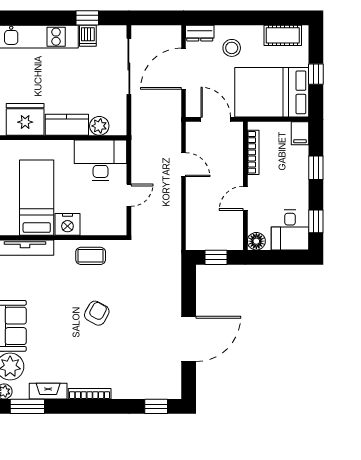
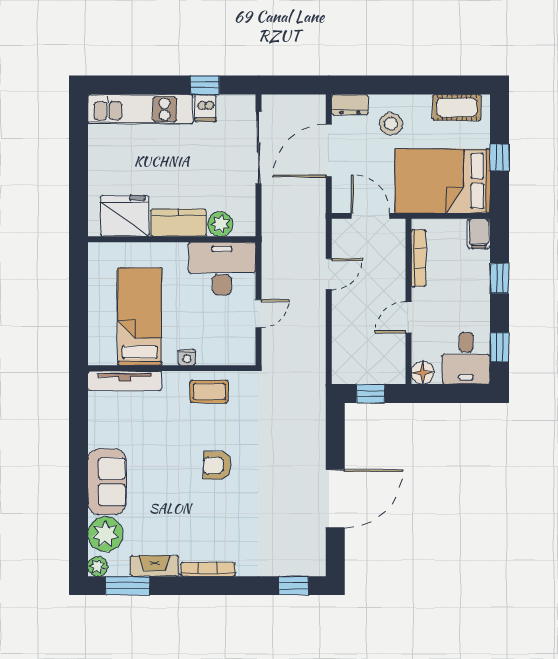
door: (183, 165) -> (329, 274), hinge flipped
nightstand: (67, 224) -> (187, 357), width x0.53, depth x0.56
armchair: (97, 313) -> (217, 465), turned -119

